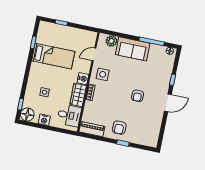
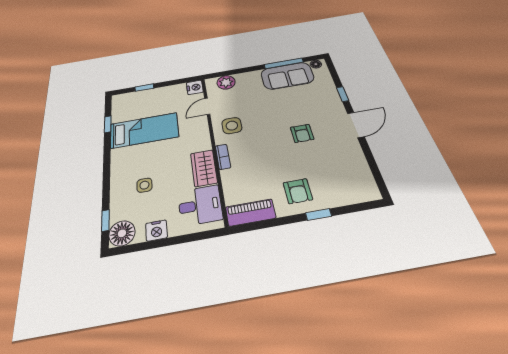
sofa: (133, 49) -> (287, 76), moved
nightstand: (83, 79) -> (195, 87), moved

